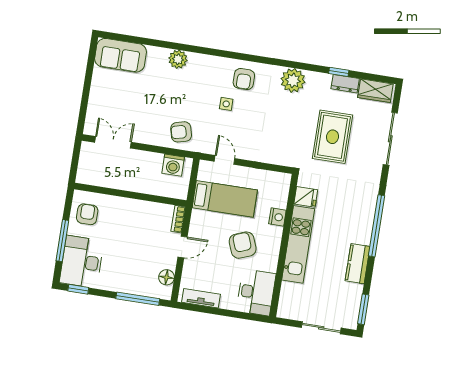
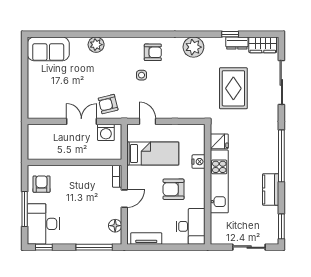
armchair: (244, 79) -> (153, 52), turned -90
double door: (113, 142) -> (81, 121), moved
armchair: (243, 245) -> (174, 189), turned -69

